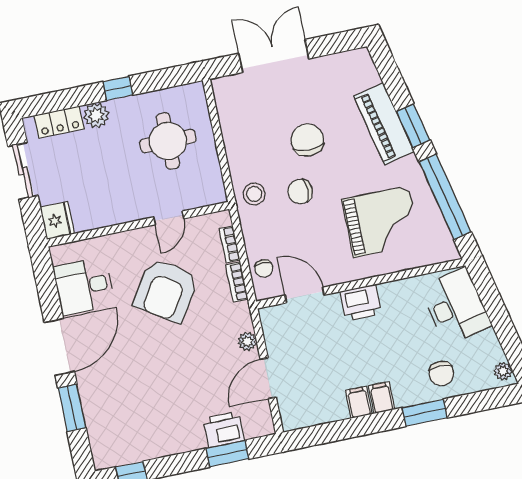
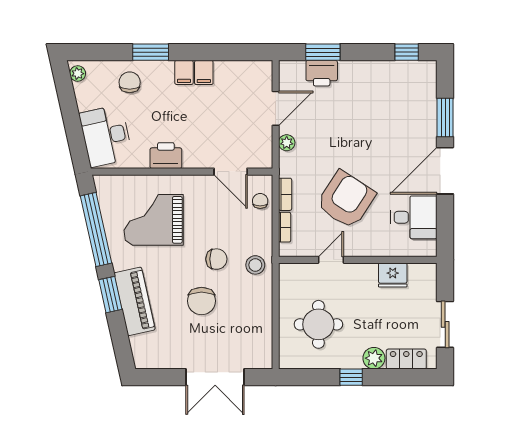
fridge: (57, 220) -> (393, 275), moved, turned -90
printer: (361, 303) -> (166, 156), moved

